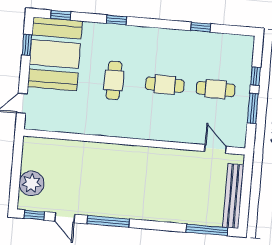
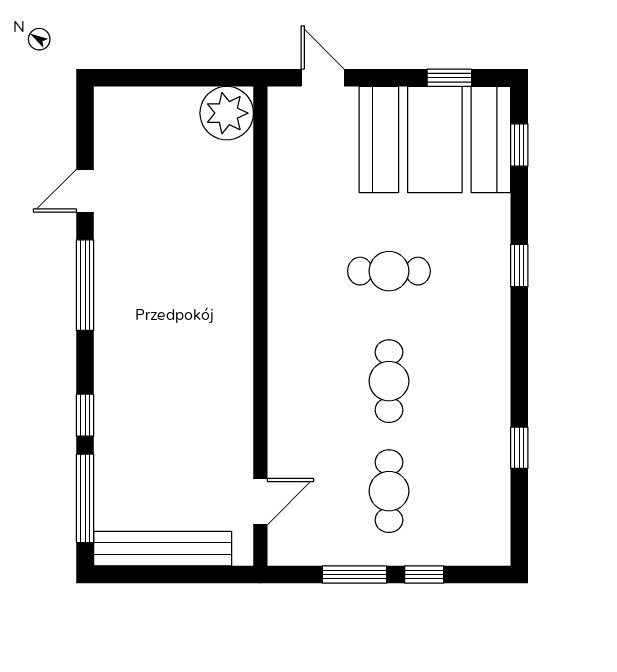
plant: (32, 183) -> (227, 113), moved
window: (34, 215) -> (85, 415), moved

